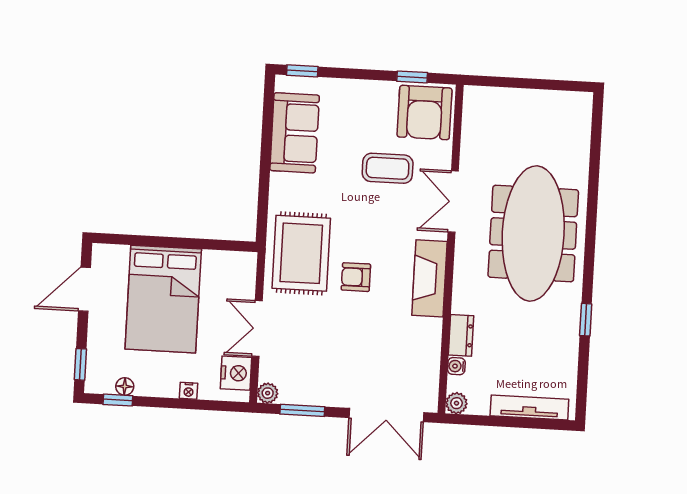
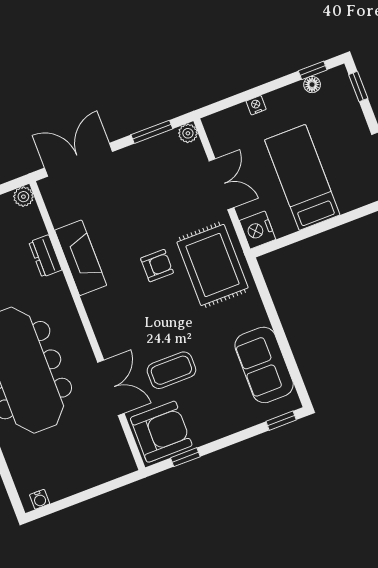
armchair: (425, 113) -> (161, 432), turned 90
double door: (453, 201) -> (111, 388), moved
fireplace: (429, 278) -> (81, 258), moved
bed: (163, 299) -> (302, 177), width x0.67
water cooler: (456, 366) -> (40, 499), moved, turned 90
nightstand: (236, 373) -> (257, 230), moved

